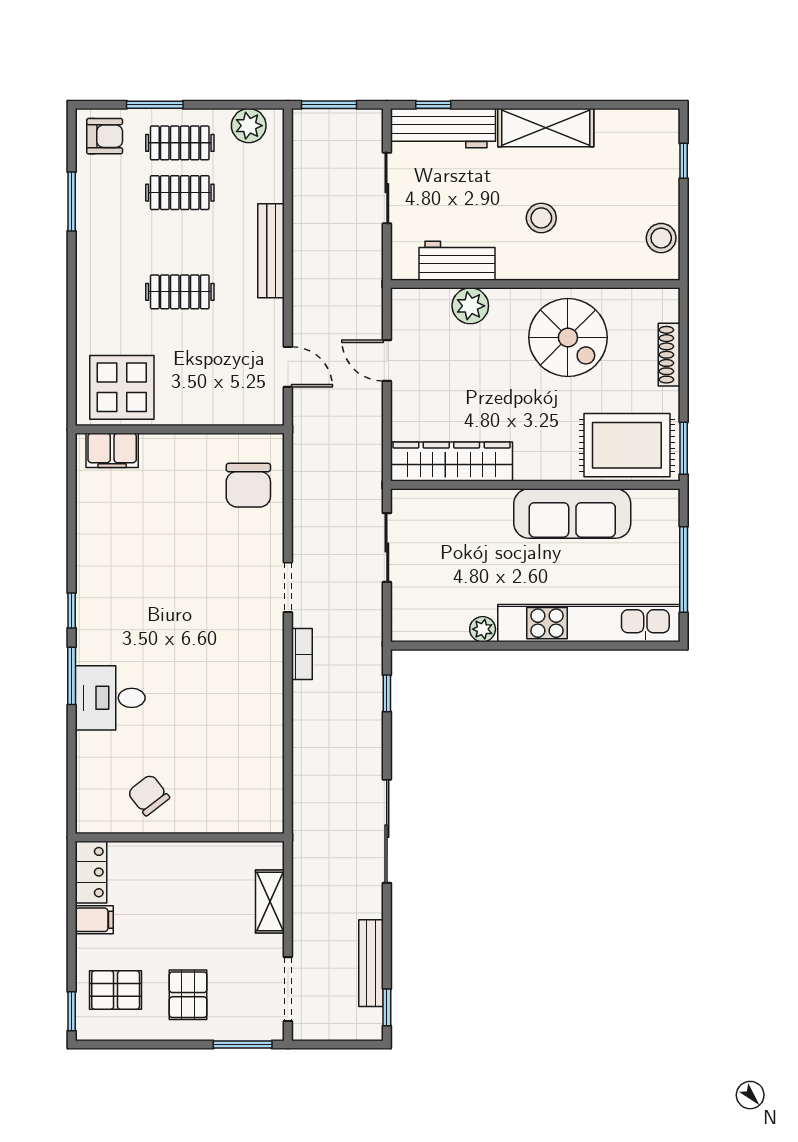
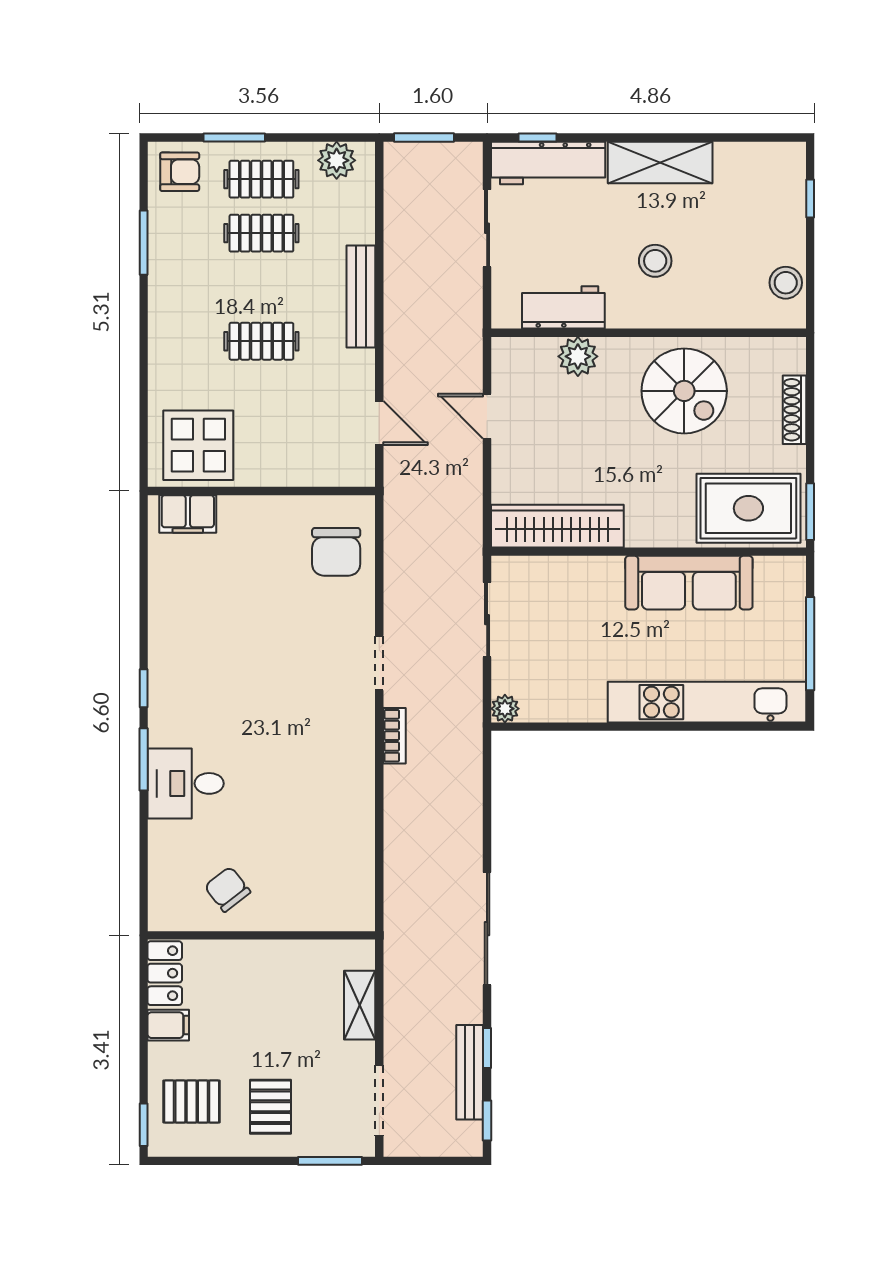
plant: (483, 629) -> (505, 709), moved
window: (387, 693) -> (487, 1048), moved

